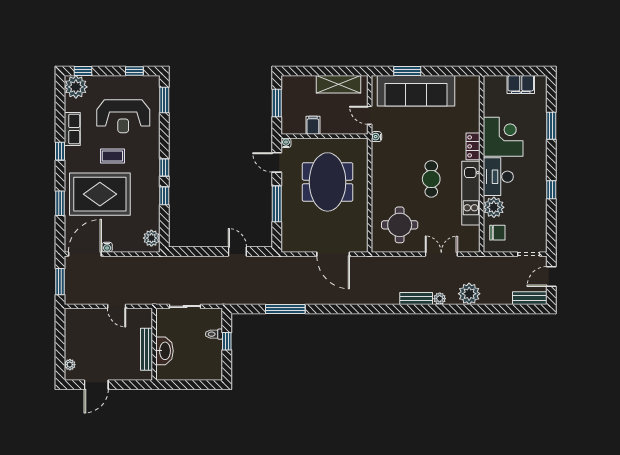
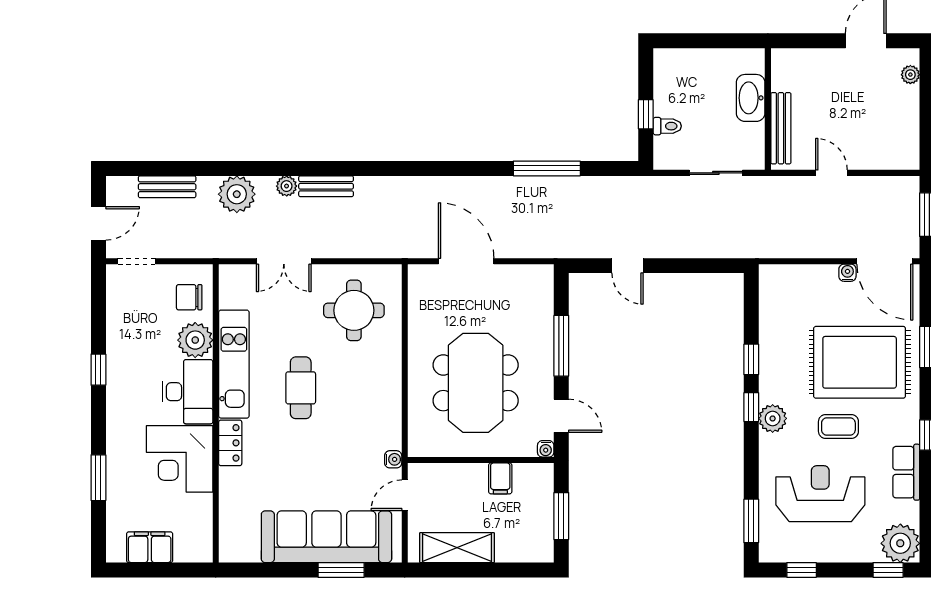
door: (370, 115) -> (405, 495), swing flipped
plant: (151, 238) -> (773, 418), moved
door: (85, 254) -> (885, 261), hinge flipped
bench: (530, 298) -> (167, 187), moved
bench: (147, 349) -> (781, 128), moved

